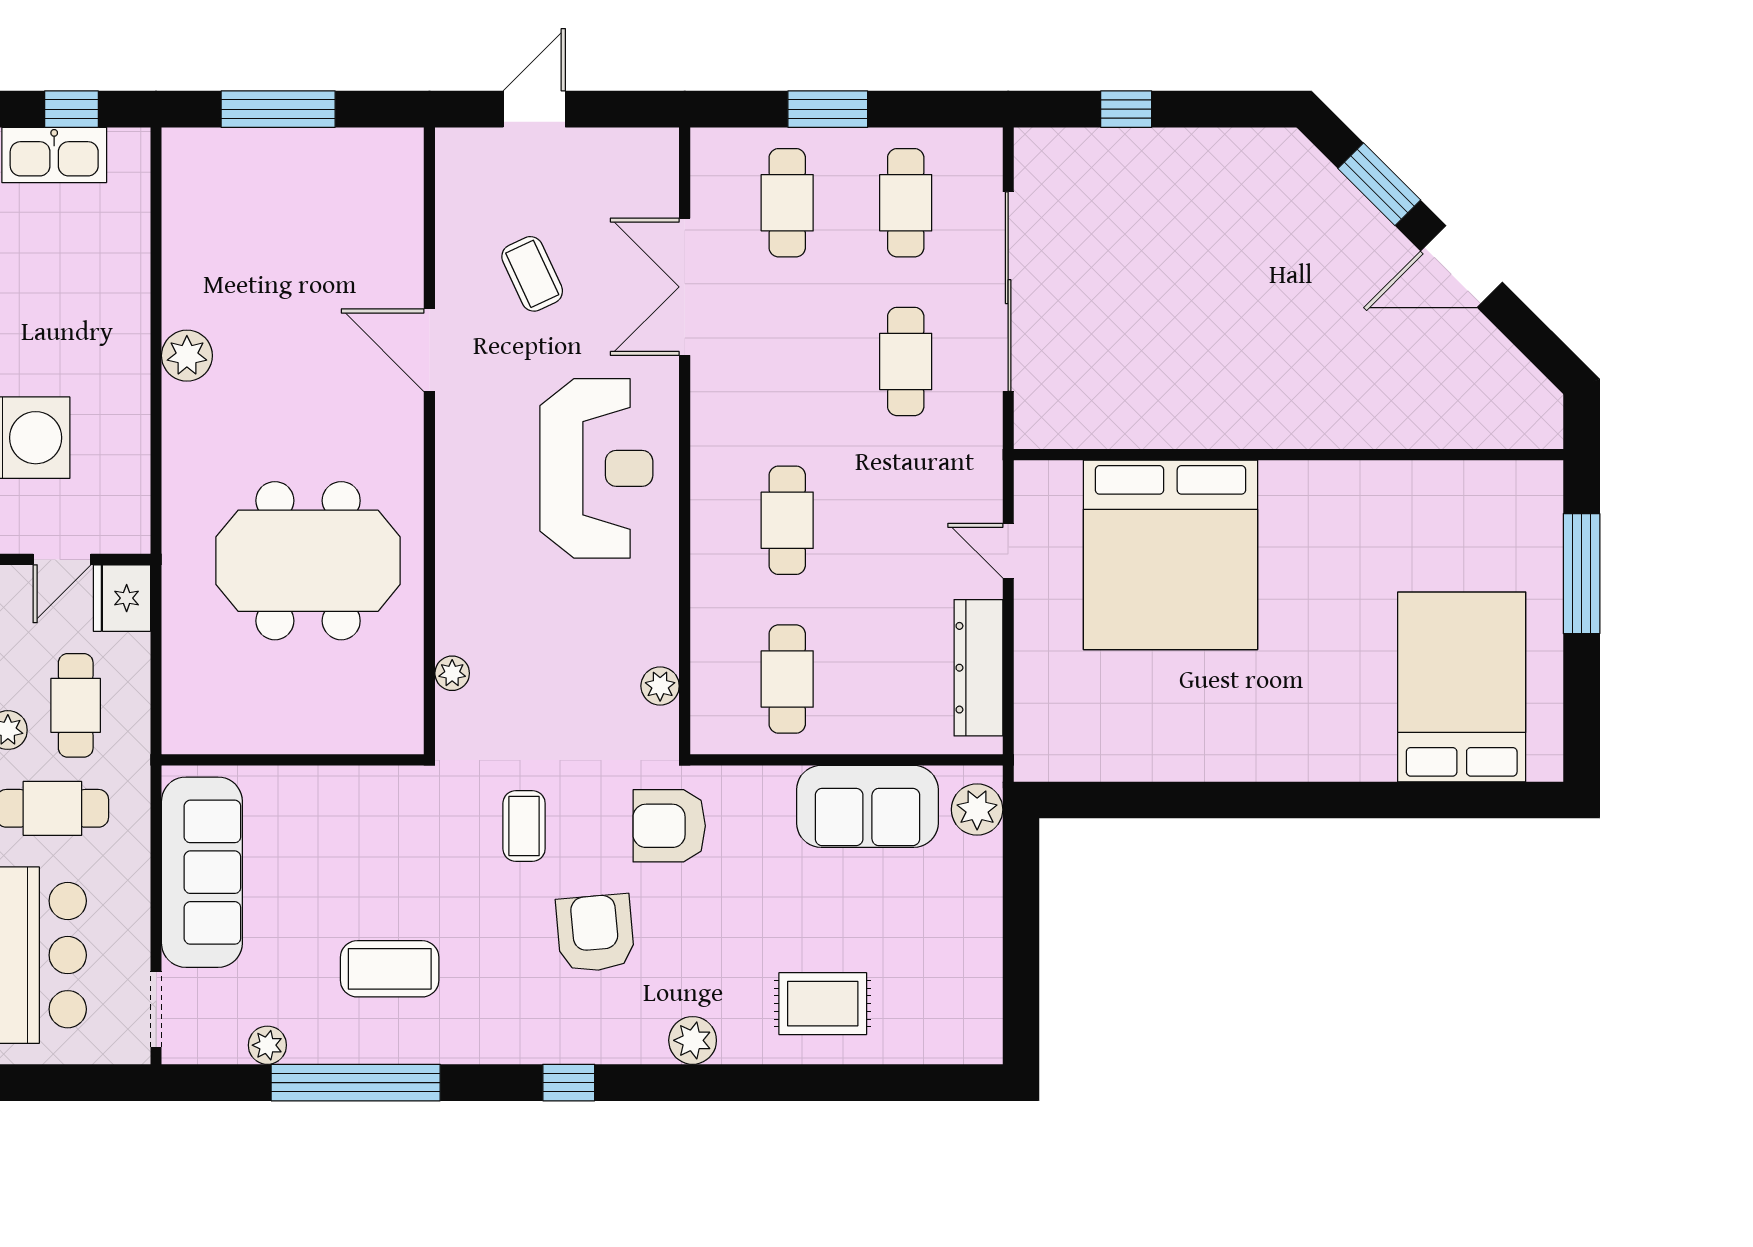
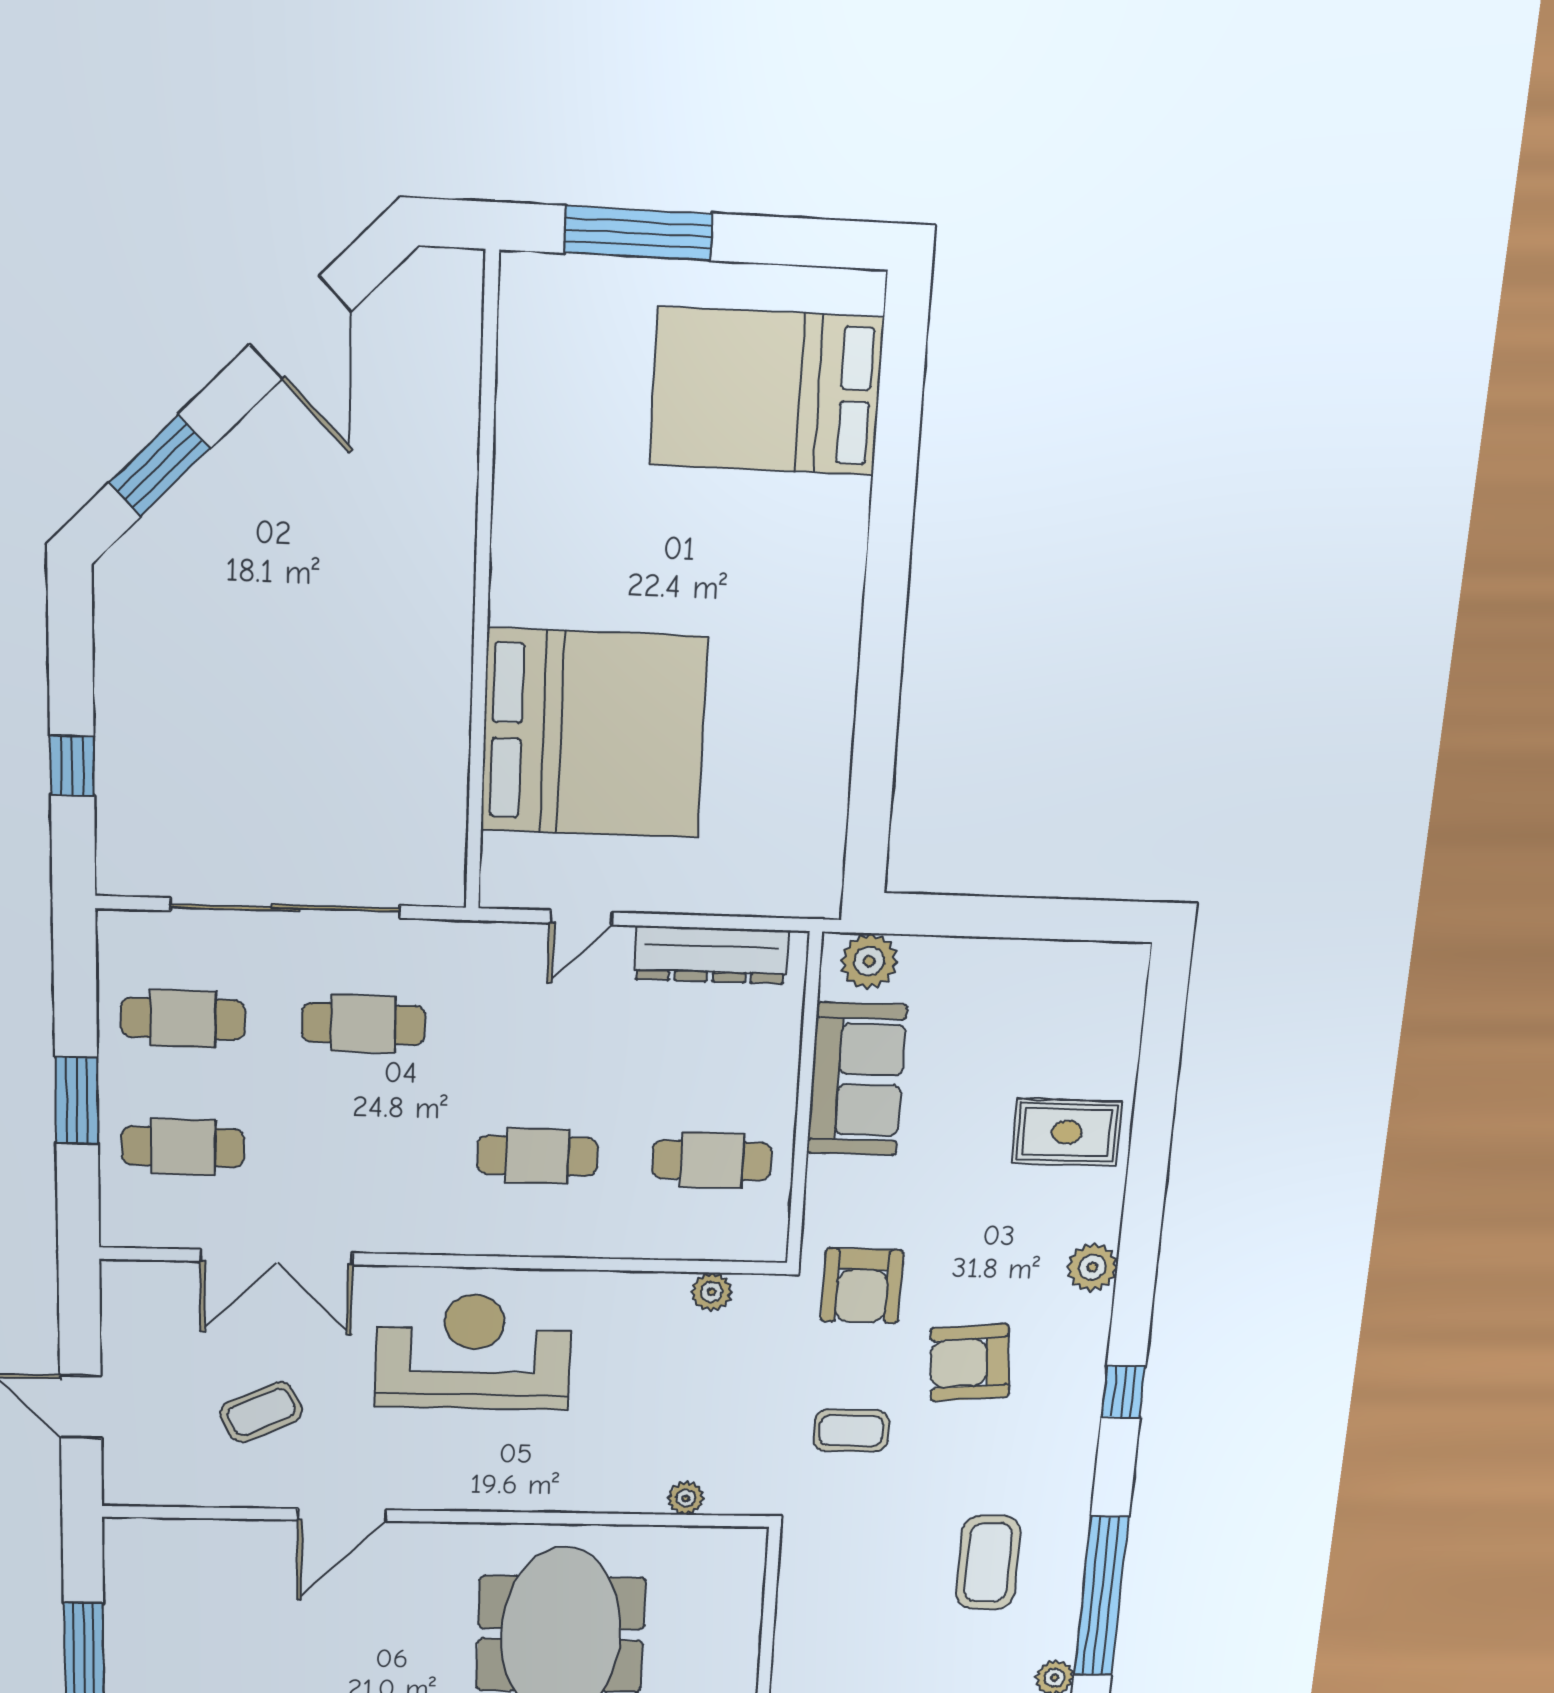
door: (1461, 266) -> (301, 328), moved
rug: (823, 1004) -> (1067, 1132), turned 90

